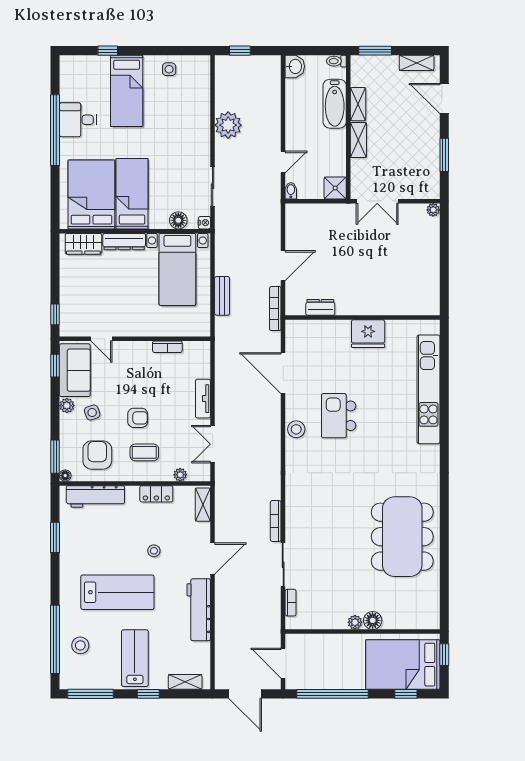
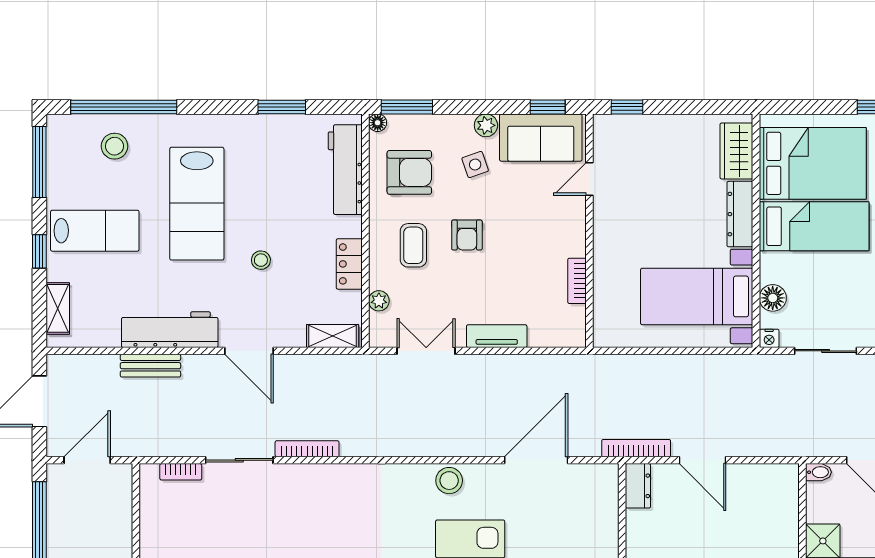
bench: (222, 296) -> (150, 366), moved
dresser: (320, 307) -> (638, 486), moved

